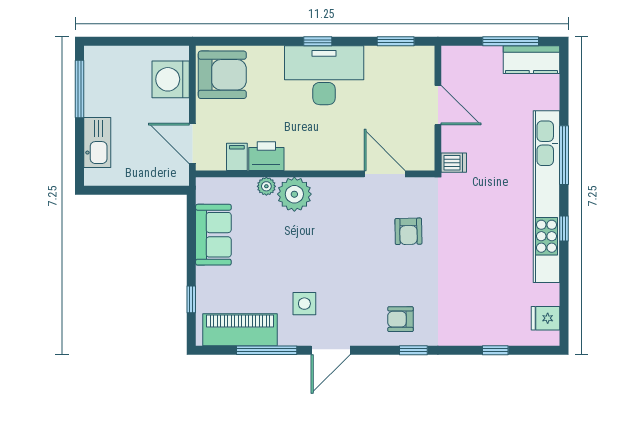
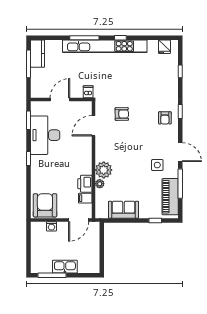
desk: (324, 75) -> (45, 135), moved
washing machine: (171, 79) -> (52, 226), width x0.53, depth x0.53
kitchen sink: (97, 142) -> (65, 267), moved

